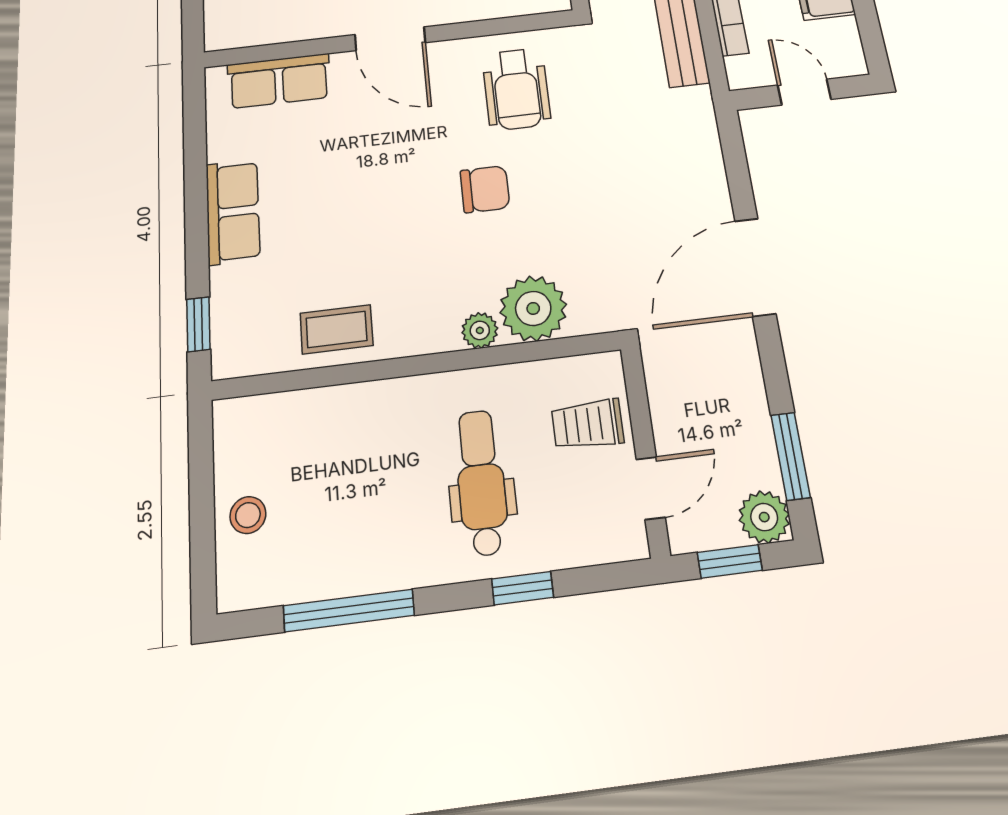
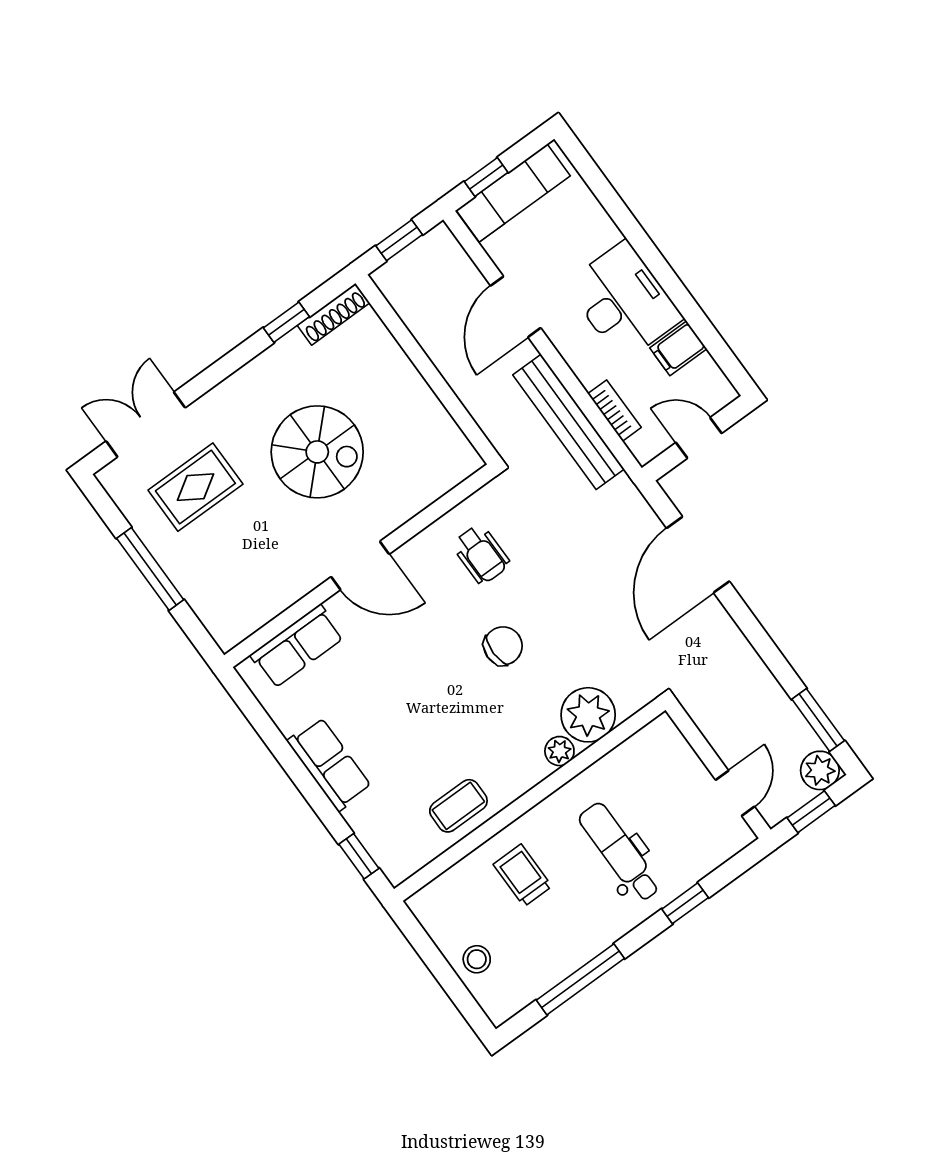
wheelchair: (516, 89) -> (481, 554), width x0.73, depth x0.73
door: (755, 267) -> (698, 555), moved
trolley: (588, 424) -> (523, 875), moved, turned 90

